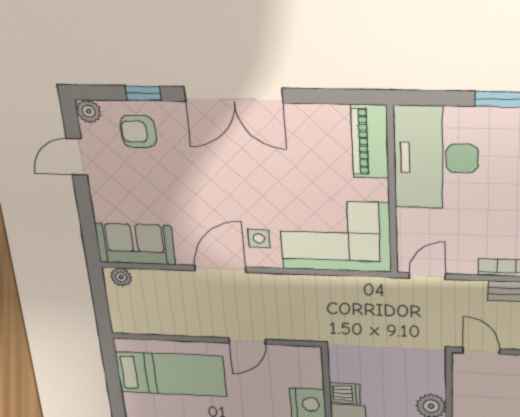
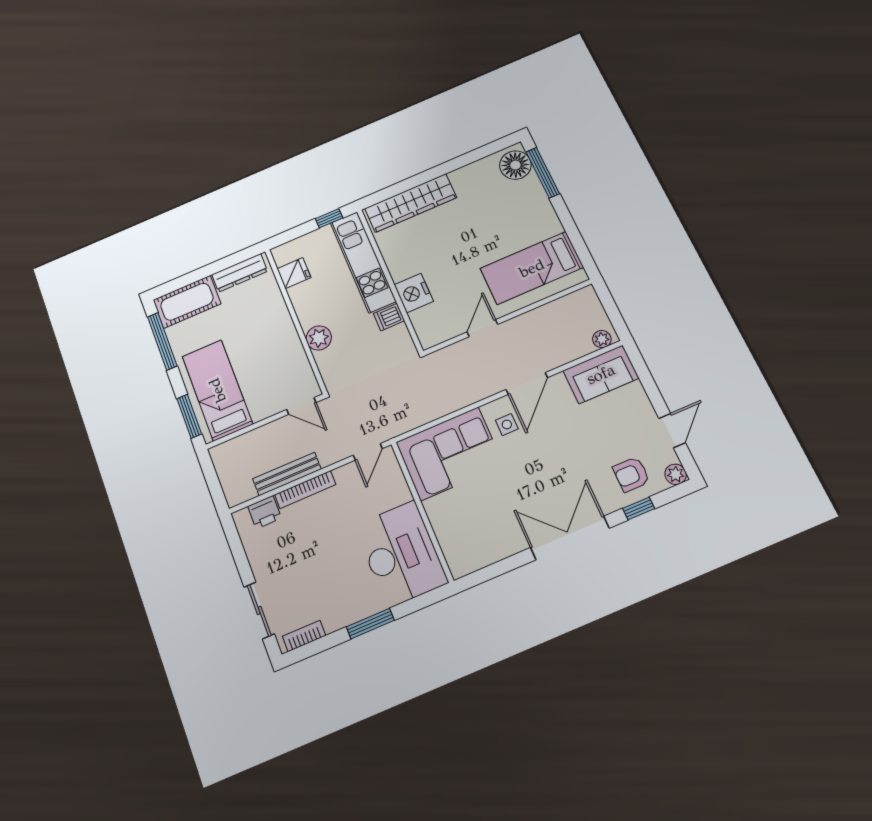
armchair: (138, 132) -> (631, 474), turned 180
piano: (370, 142) -> (454, 545), removed

